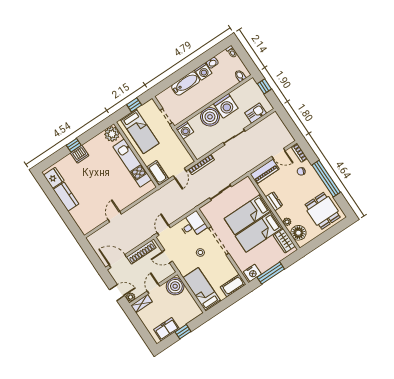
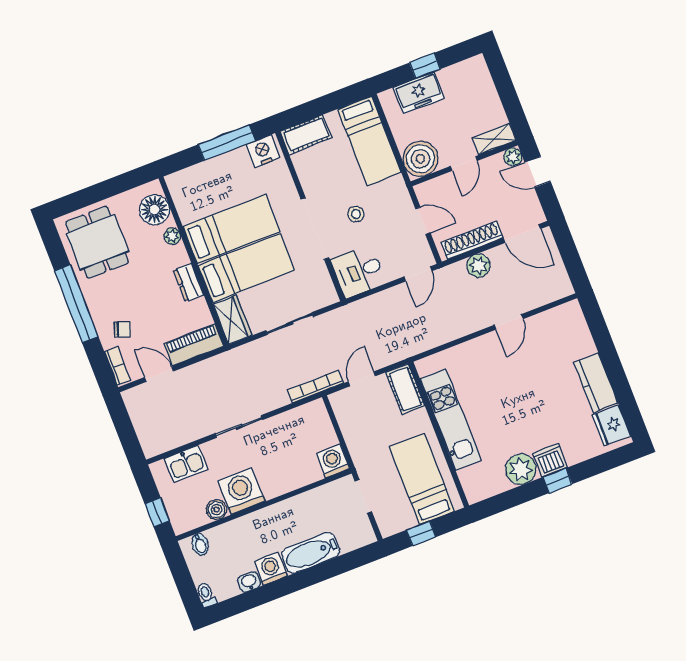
boiler: (210, 117) -> (217, 510), moved, width x0.54, depth x0.54
plant: (112, 134) -> (521, 469), moved
plant: (135, 241) -> (478, 266), added
wardrobe: (284, 241) -> (232, 320), moved
freezer: (166, 329) -> (419, 93), moved

